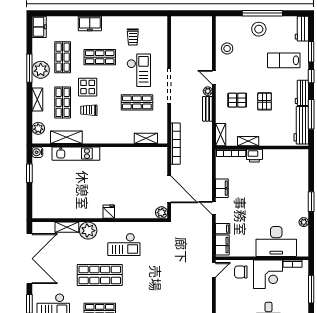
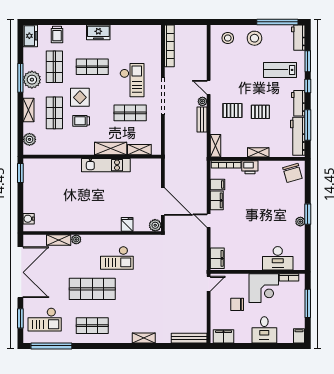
window: (262, 13) -> (277, 22), moved
freezer: (90, 23) -> (98, 32), moved
trolley: (133, 37) -> (57, 34), moved
stool: (227, 49) -> (228, 38), moved
pallet: (265, 101) -> (260, 112), turned 90
shelving: (66, 137) -> (111, 148), moved
shelving: (248, 141) -> (258, 152), moved
bookcase: (175, 144) -> (169, 46), moved
water cooler: (37, 152) -> (29, 219), moved
kitchen unit: (76, 154) -> (106, 165), moved
chair: (296, 161) -> (292, 173), added
window: (29, 173) -> (20, 173), moved
fridge: (109, 212) -> (127, 224), moved
plant: (304, 222) -> (300, 222), moved
filing cabinet: (223, 229) -> (218, 184), moved
plant: (88, 231) -> (76, 239), width x0.53, depth x0.53
desk: (276, 241) -> (278, 258), width x0.73, depth x0.77
chair: (241, 272) -> (237, 304), moved

